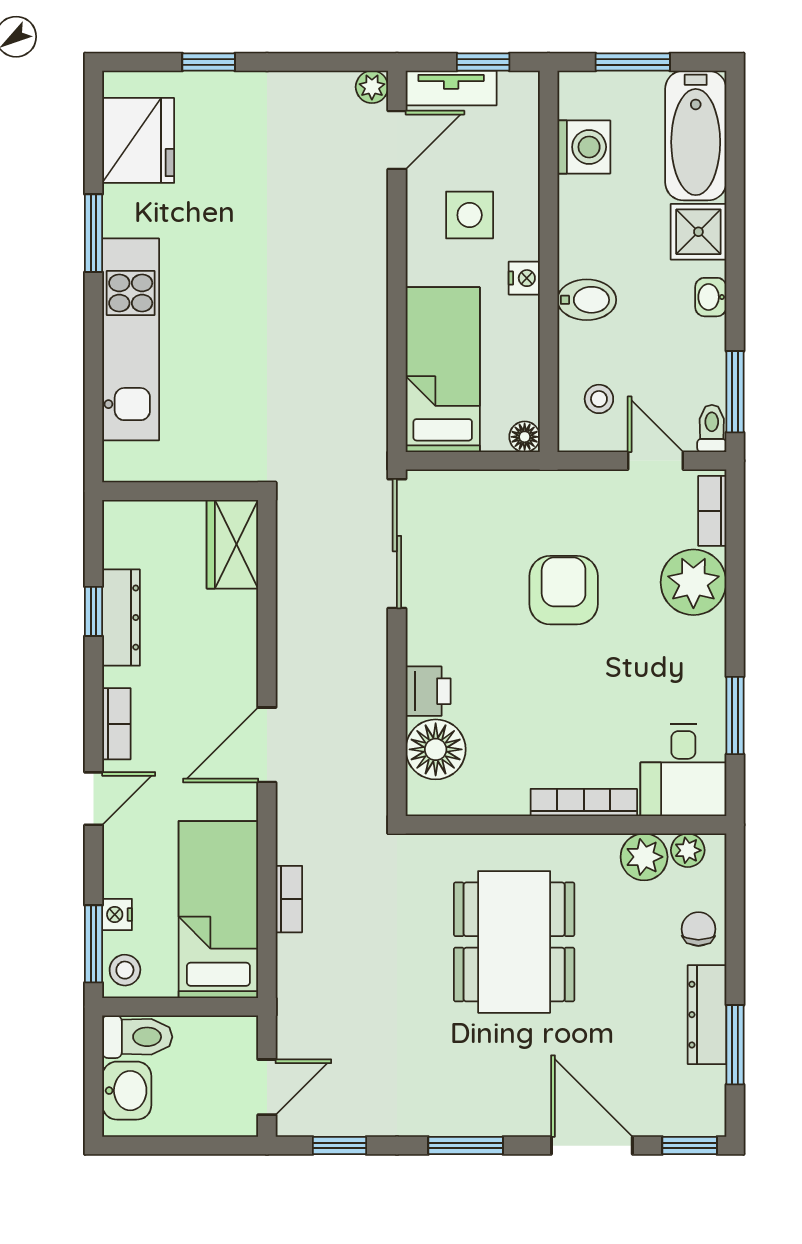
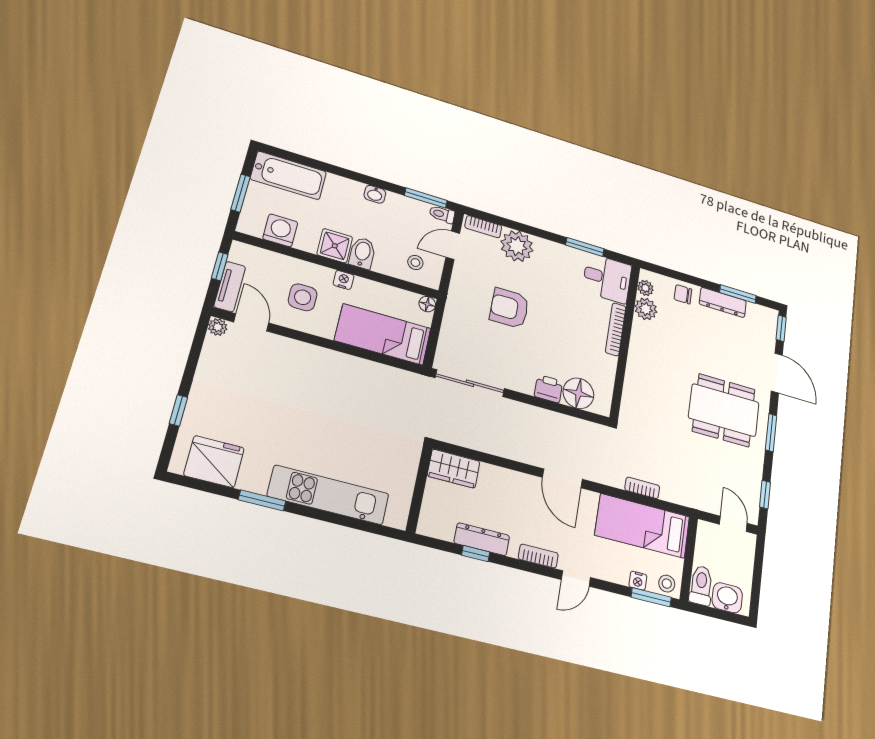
shower: (698, 232) -> (335, 246), moved
door: (94, 799) -> (576, 579), swing flipped
dining table: (514, 942) -> (724, 410), moved
door: (592, 1146) -> (777, 373), swing flipped

